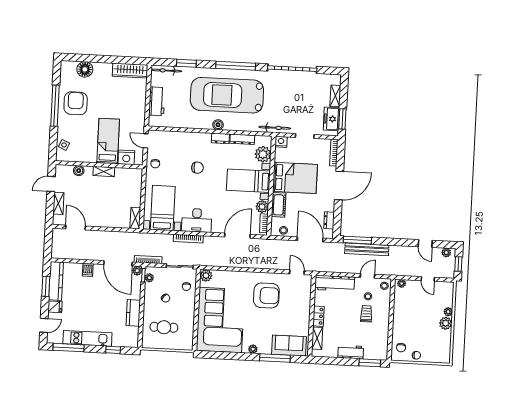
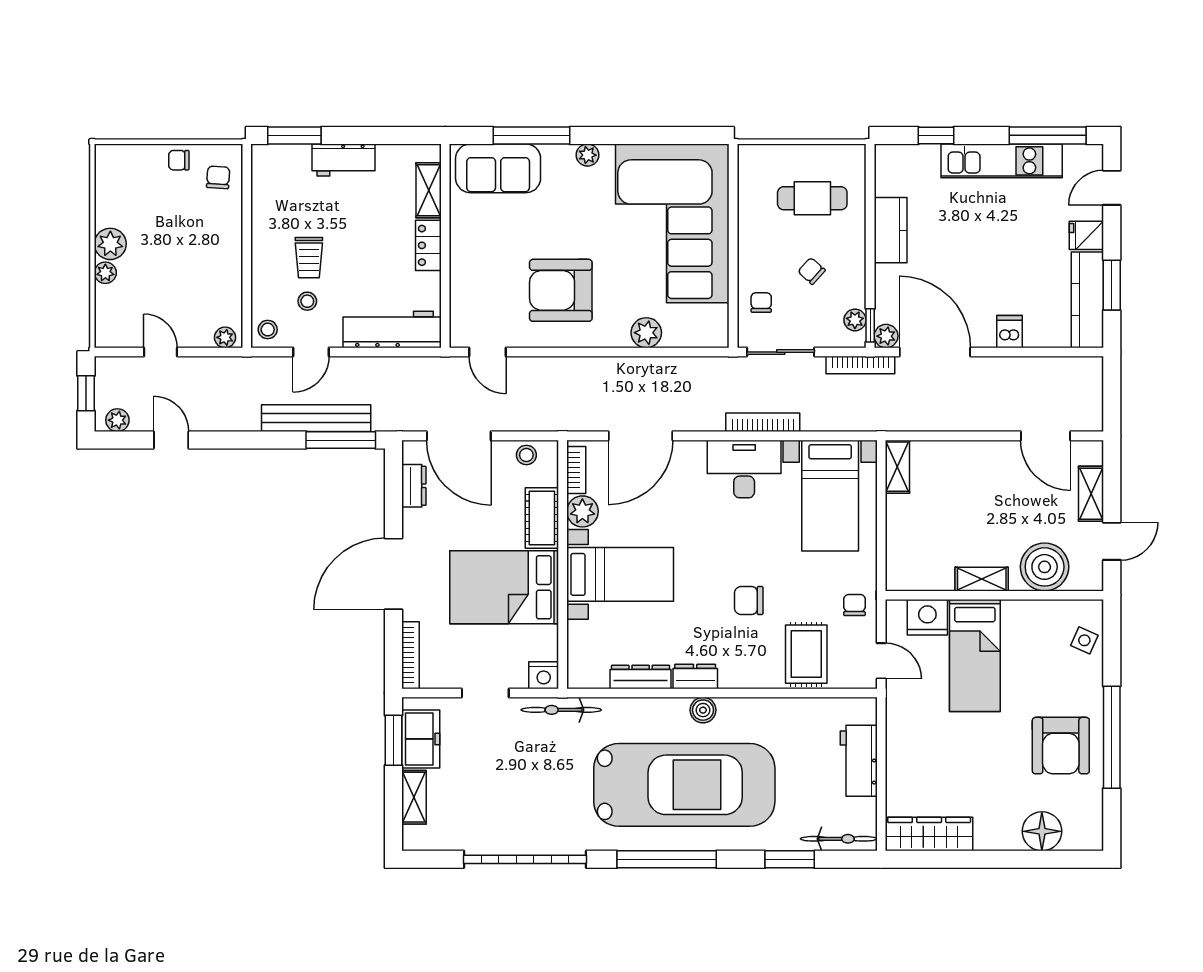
rug: (176, 145) -> (806, 654), added
plant: (263, 154) -> (587, 642), removed
boiler: (79, 171) -> (1045, 567), width x1.86, depth x1.86
plant: (206, 275) -> (646, 333), moved

